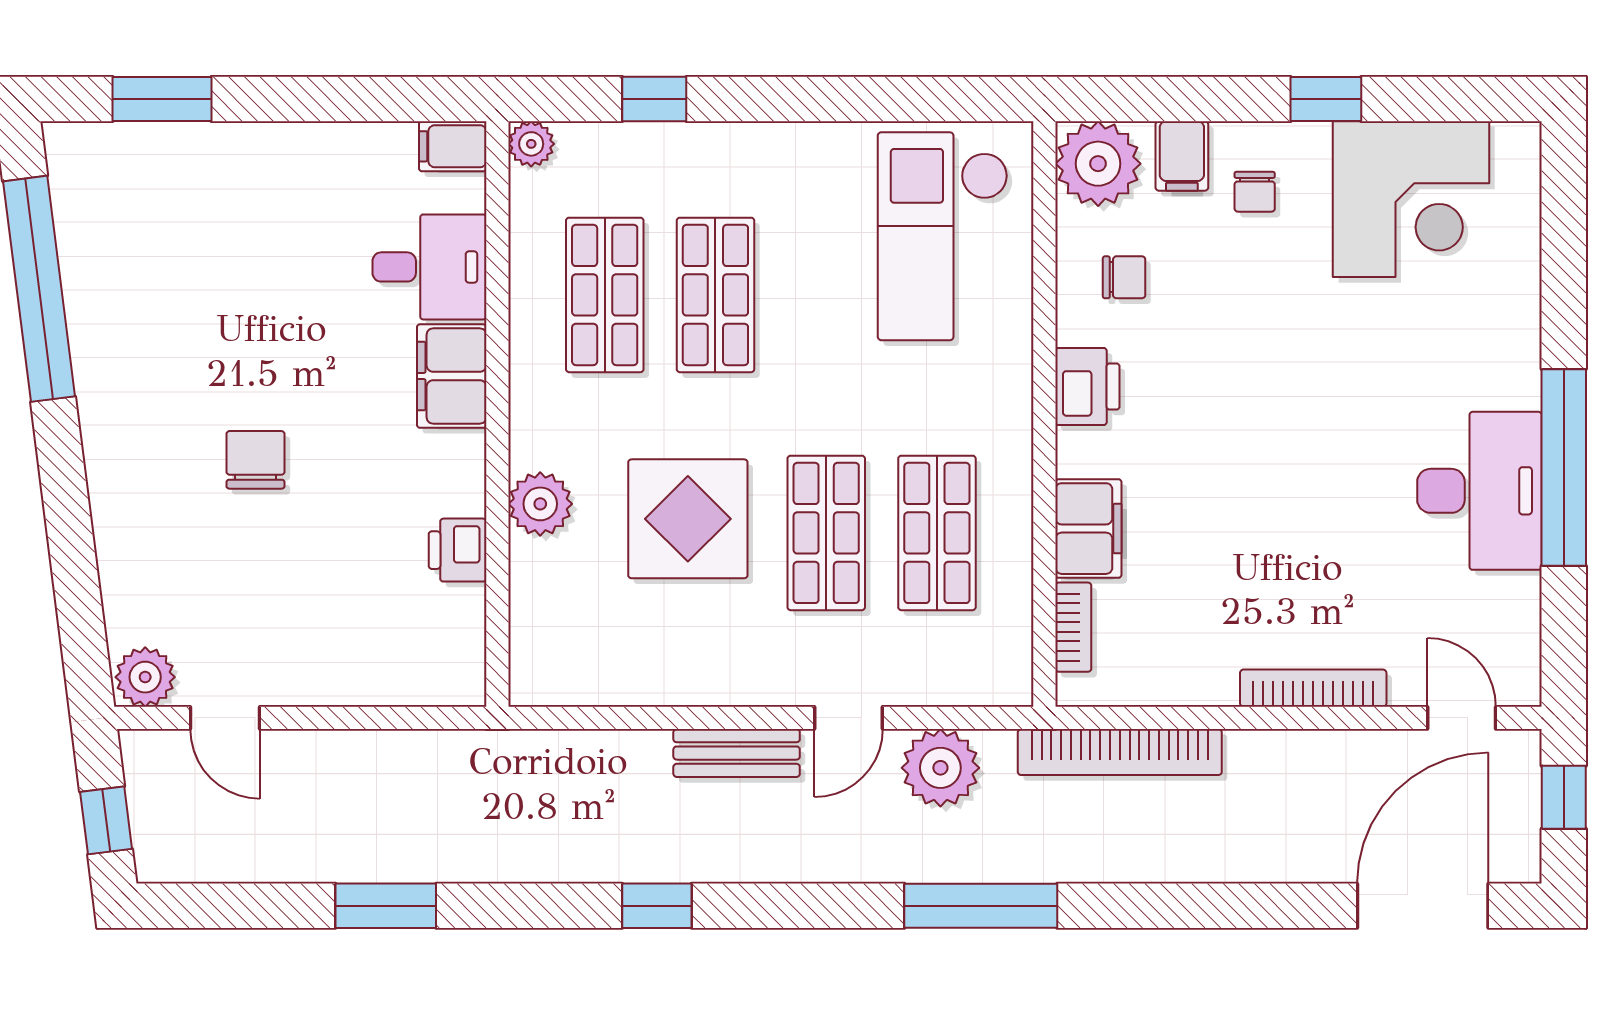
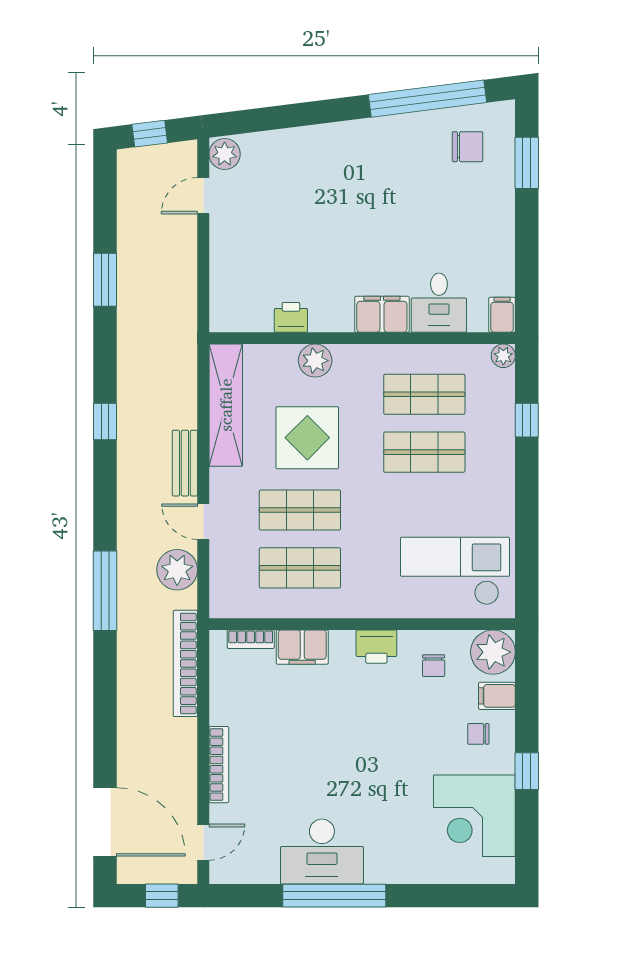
chair: (256, 460) -> (468, 147), moved
shelving: (626, 675) -> (226, 405), added

